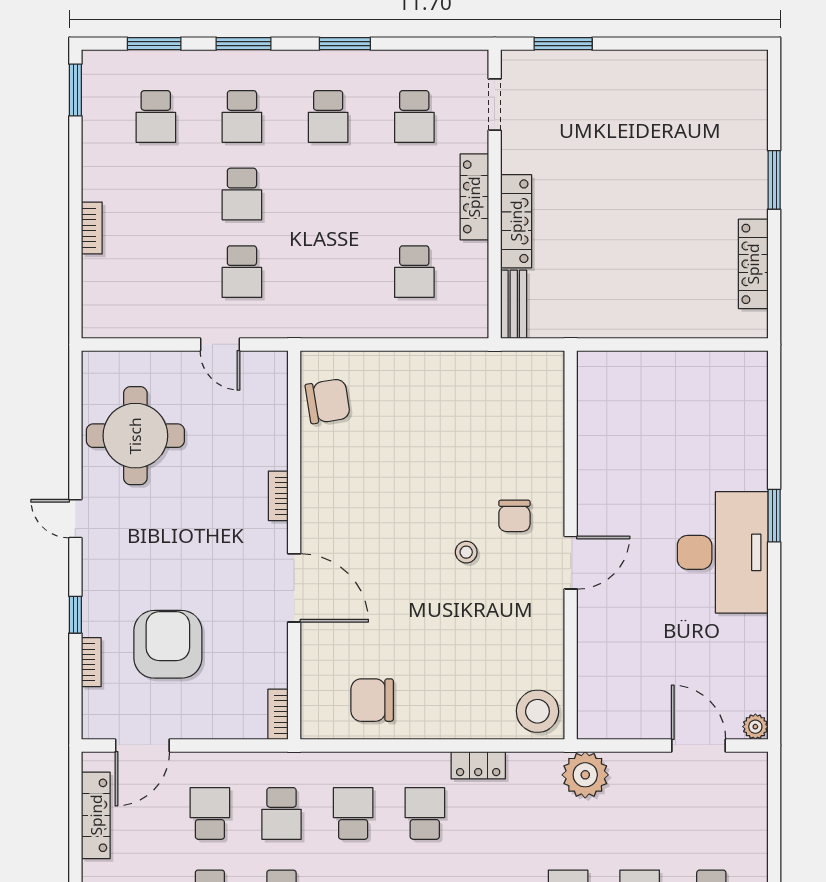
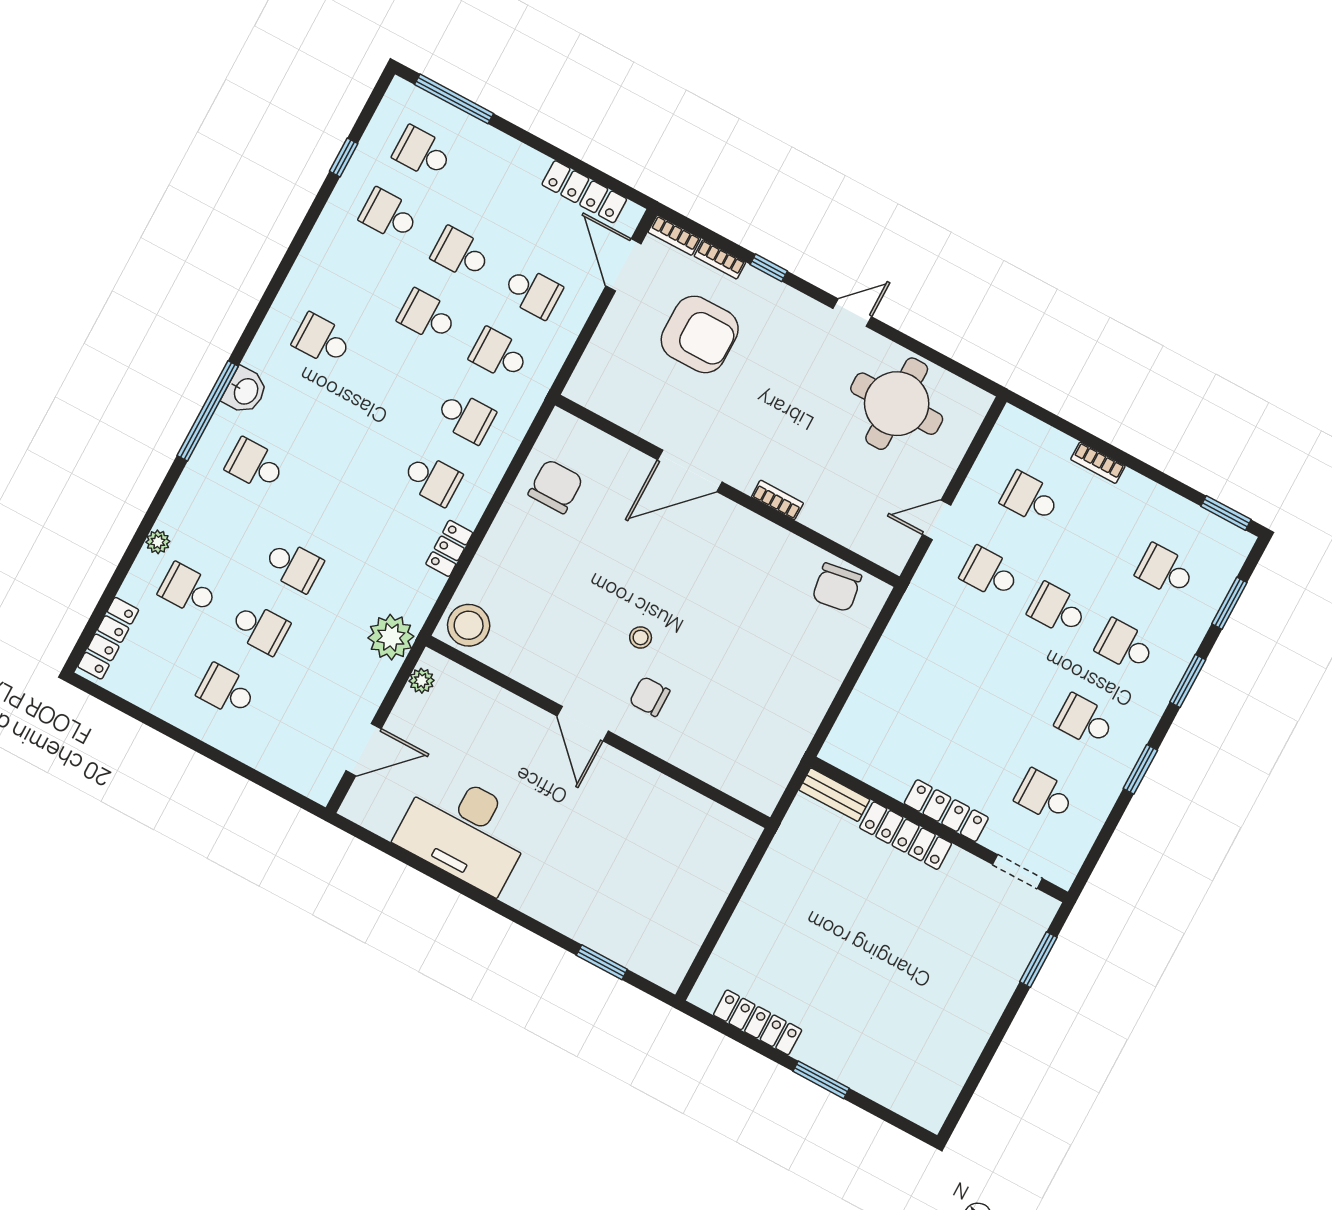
school desk: (414, 272) -> (1030, 498), moved
window: (774, 516) -> (602, 962), moved
desk: (723, 552) -> (465, 831), moved
bookcase: (278, 714) -> (674, 235), moved, turned 180
plant: (755, 727) -> (422, 681), moved

